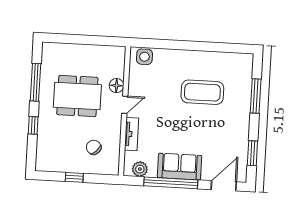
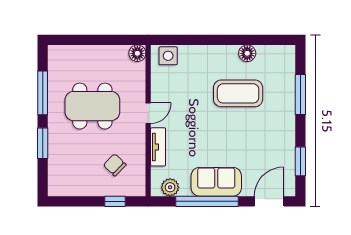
floor lamp: (212, 58) -> (247, 53), added
floor lamp: (116, 86) -> (137, 53), moved
window: (33, 125) -> (43, 143), width x1.50
window: (74, 177) -> (115, 201), moved

